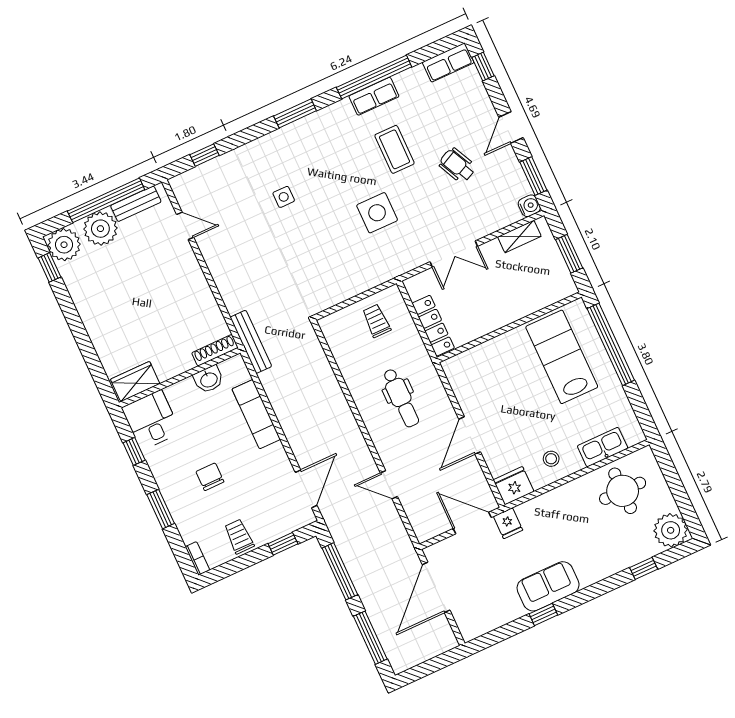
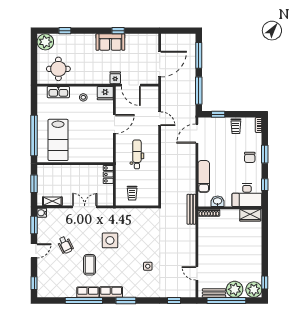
row of seats: (448, 62) -> (111, 292), moved
locker: (433, 326) -> (108, 174), width x0.66
desk: (151, 420) -> (247, 195), width x1.37
chair: (210, 477) -> (250, 157), moved

